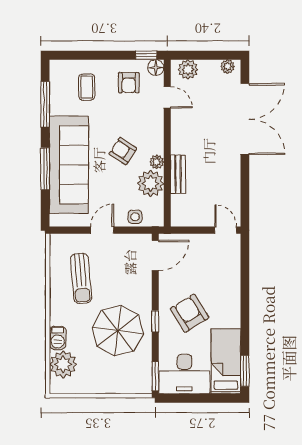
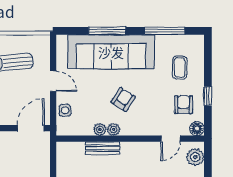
window: (146, 55) -> (208, 96), moved
armchair: (129, 83) -> (184, 105), turned 90
coffee table: (87, 87) -> (180, 68), turned 90
plant: (151, 183) -> (100, 129), width x0.53, depth x0.53
door: (155, 255) -> (31, 128), swing flipped

